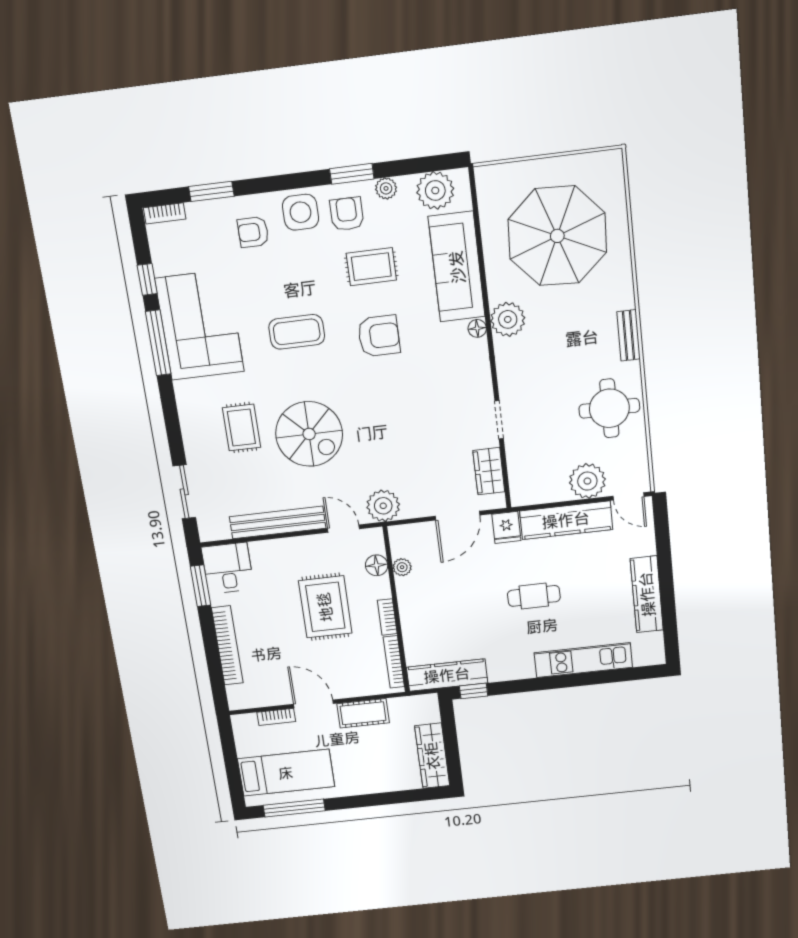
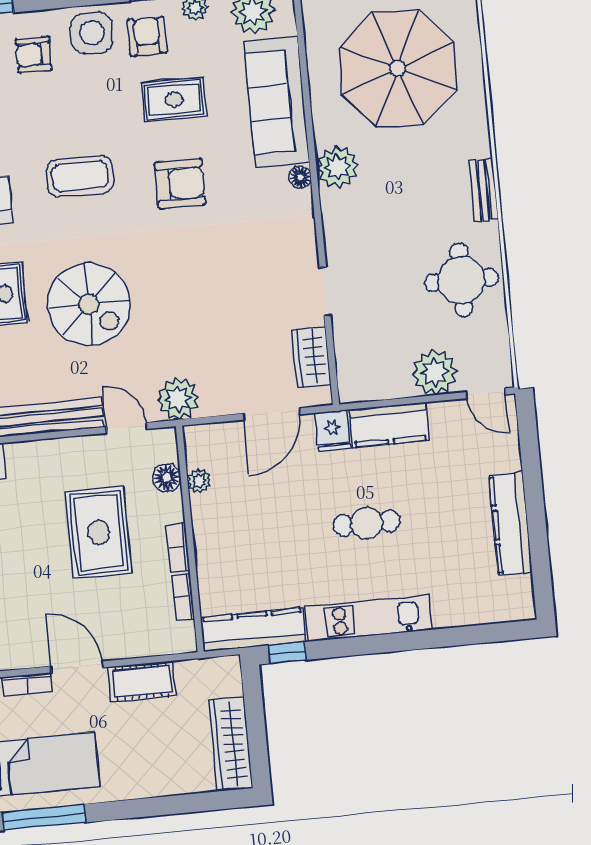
kitchen counter: (566, 520) -> (389, 425), width x0.67
kitchen unit: (583, 660) -> (368, 618), moved
bookcase: (394, 662) -> (183, 597), width x0.64

